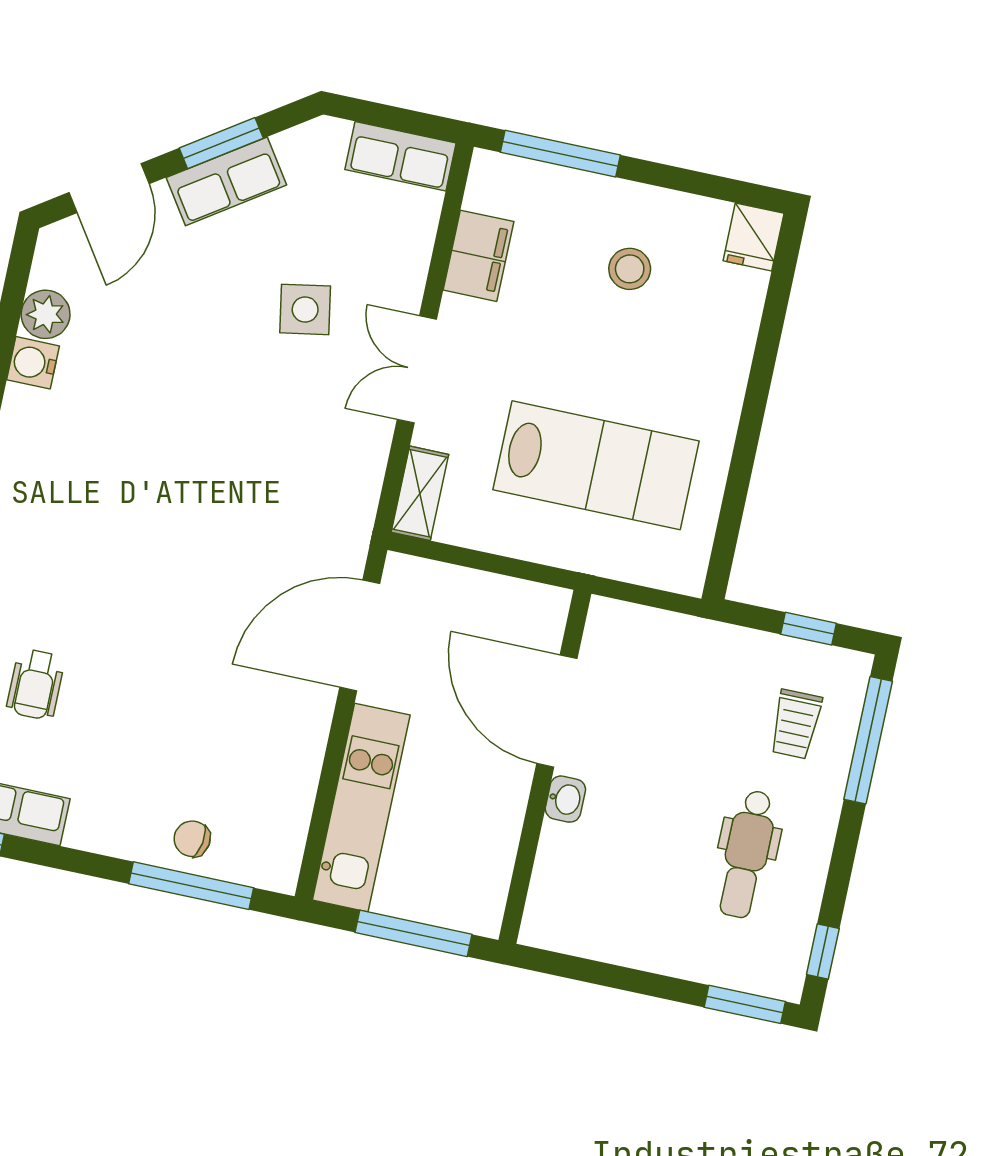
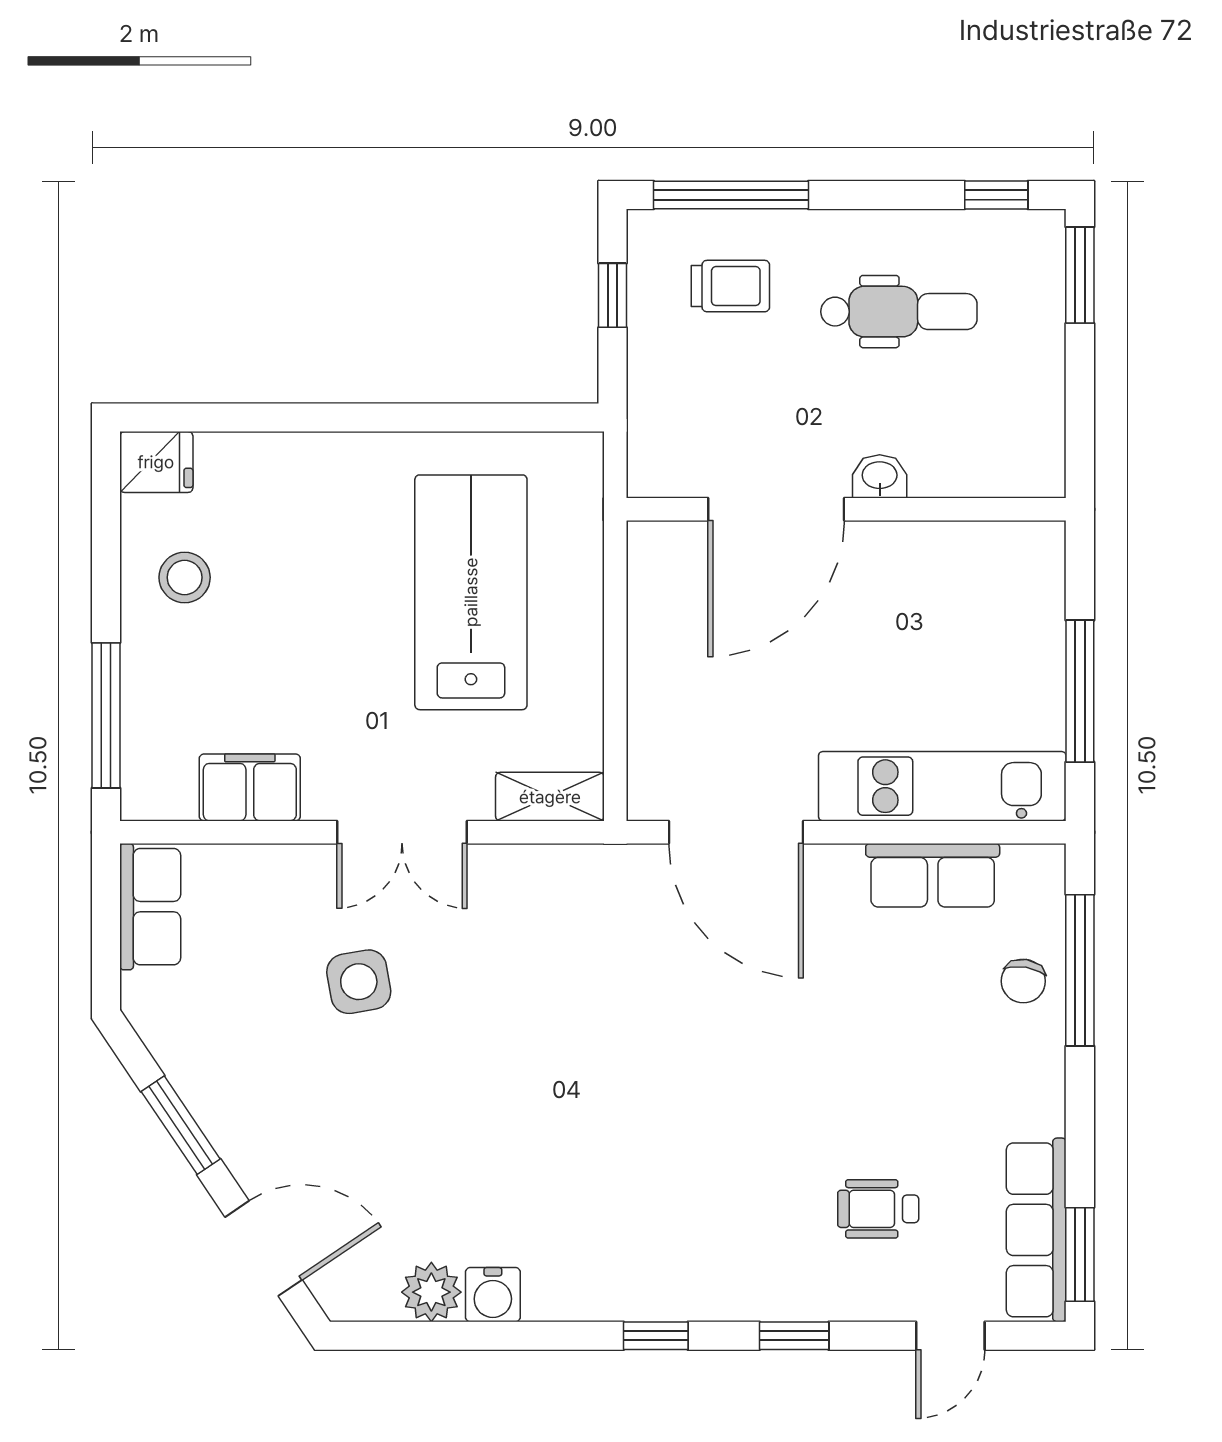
row of seats: (226, 181) -> (933, 875), moved, turned 124
stool: (630, 269) -> (185, 577), moved
wheelchair: (36, 684) -> (878, 1209), turned 180
door: (557, 711) -> (776, 509), moved
wall: (545, 767) -> (846, 509), moved
washbasin: (565, 799) -> (880, 476), moved

